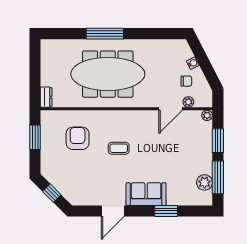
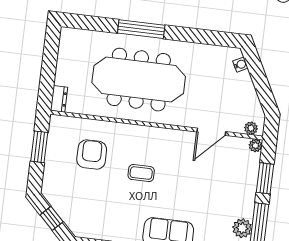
water cooler: (193, 63) -> (240, 65), moved
chair: (186, 81) -> (235, 100), removed
plant: (188, 102) -> (251, 128), moved

